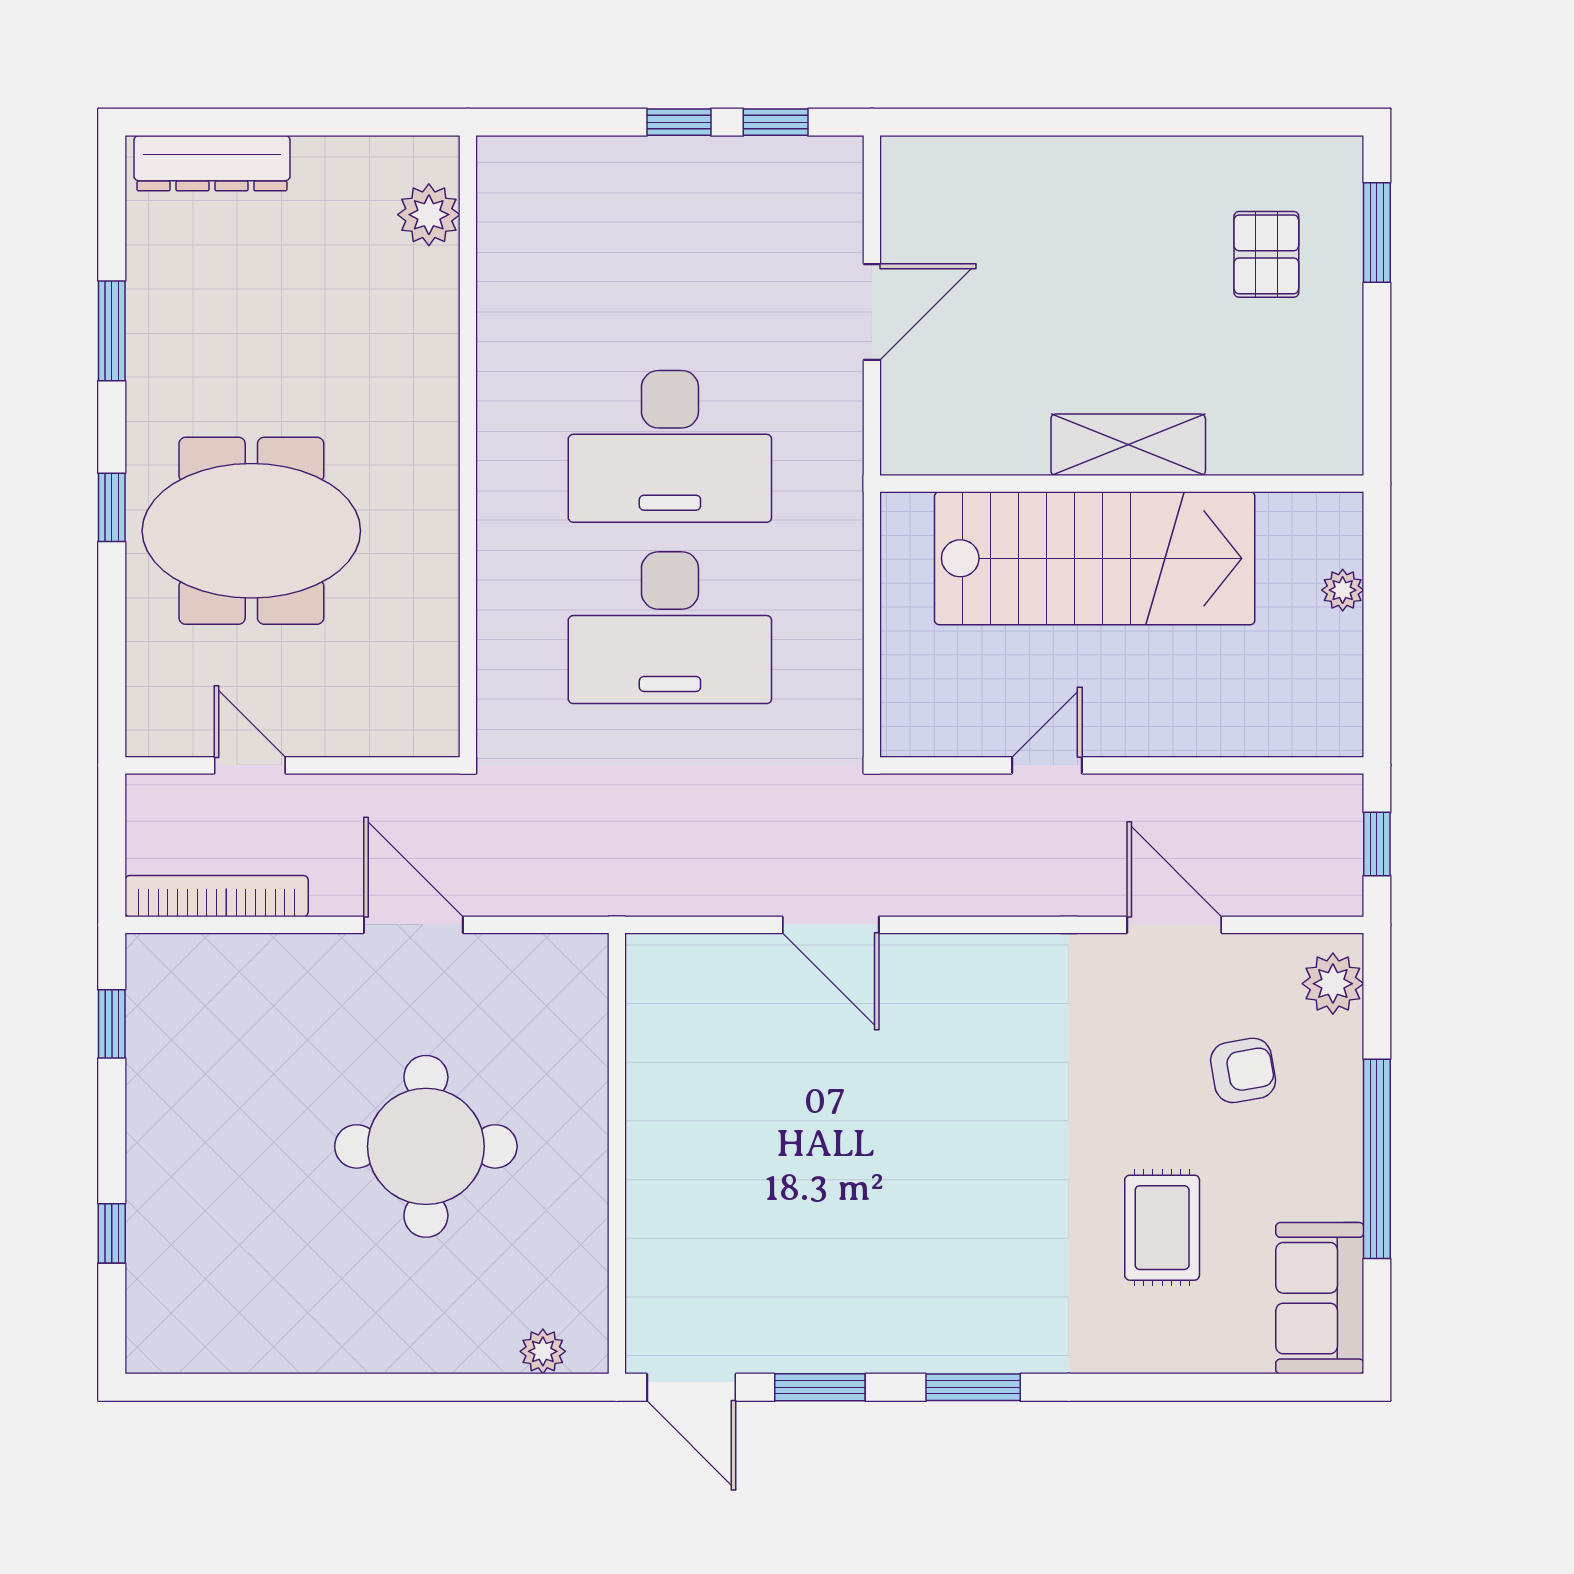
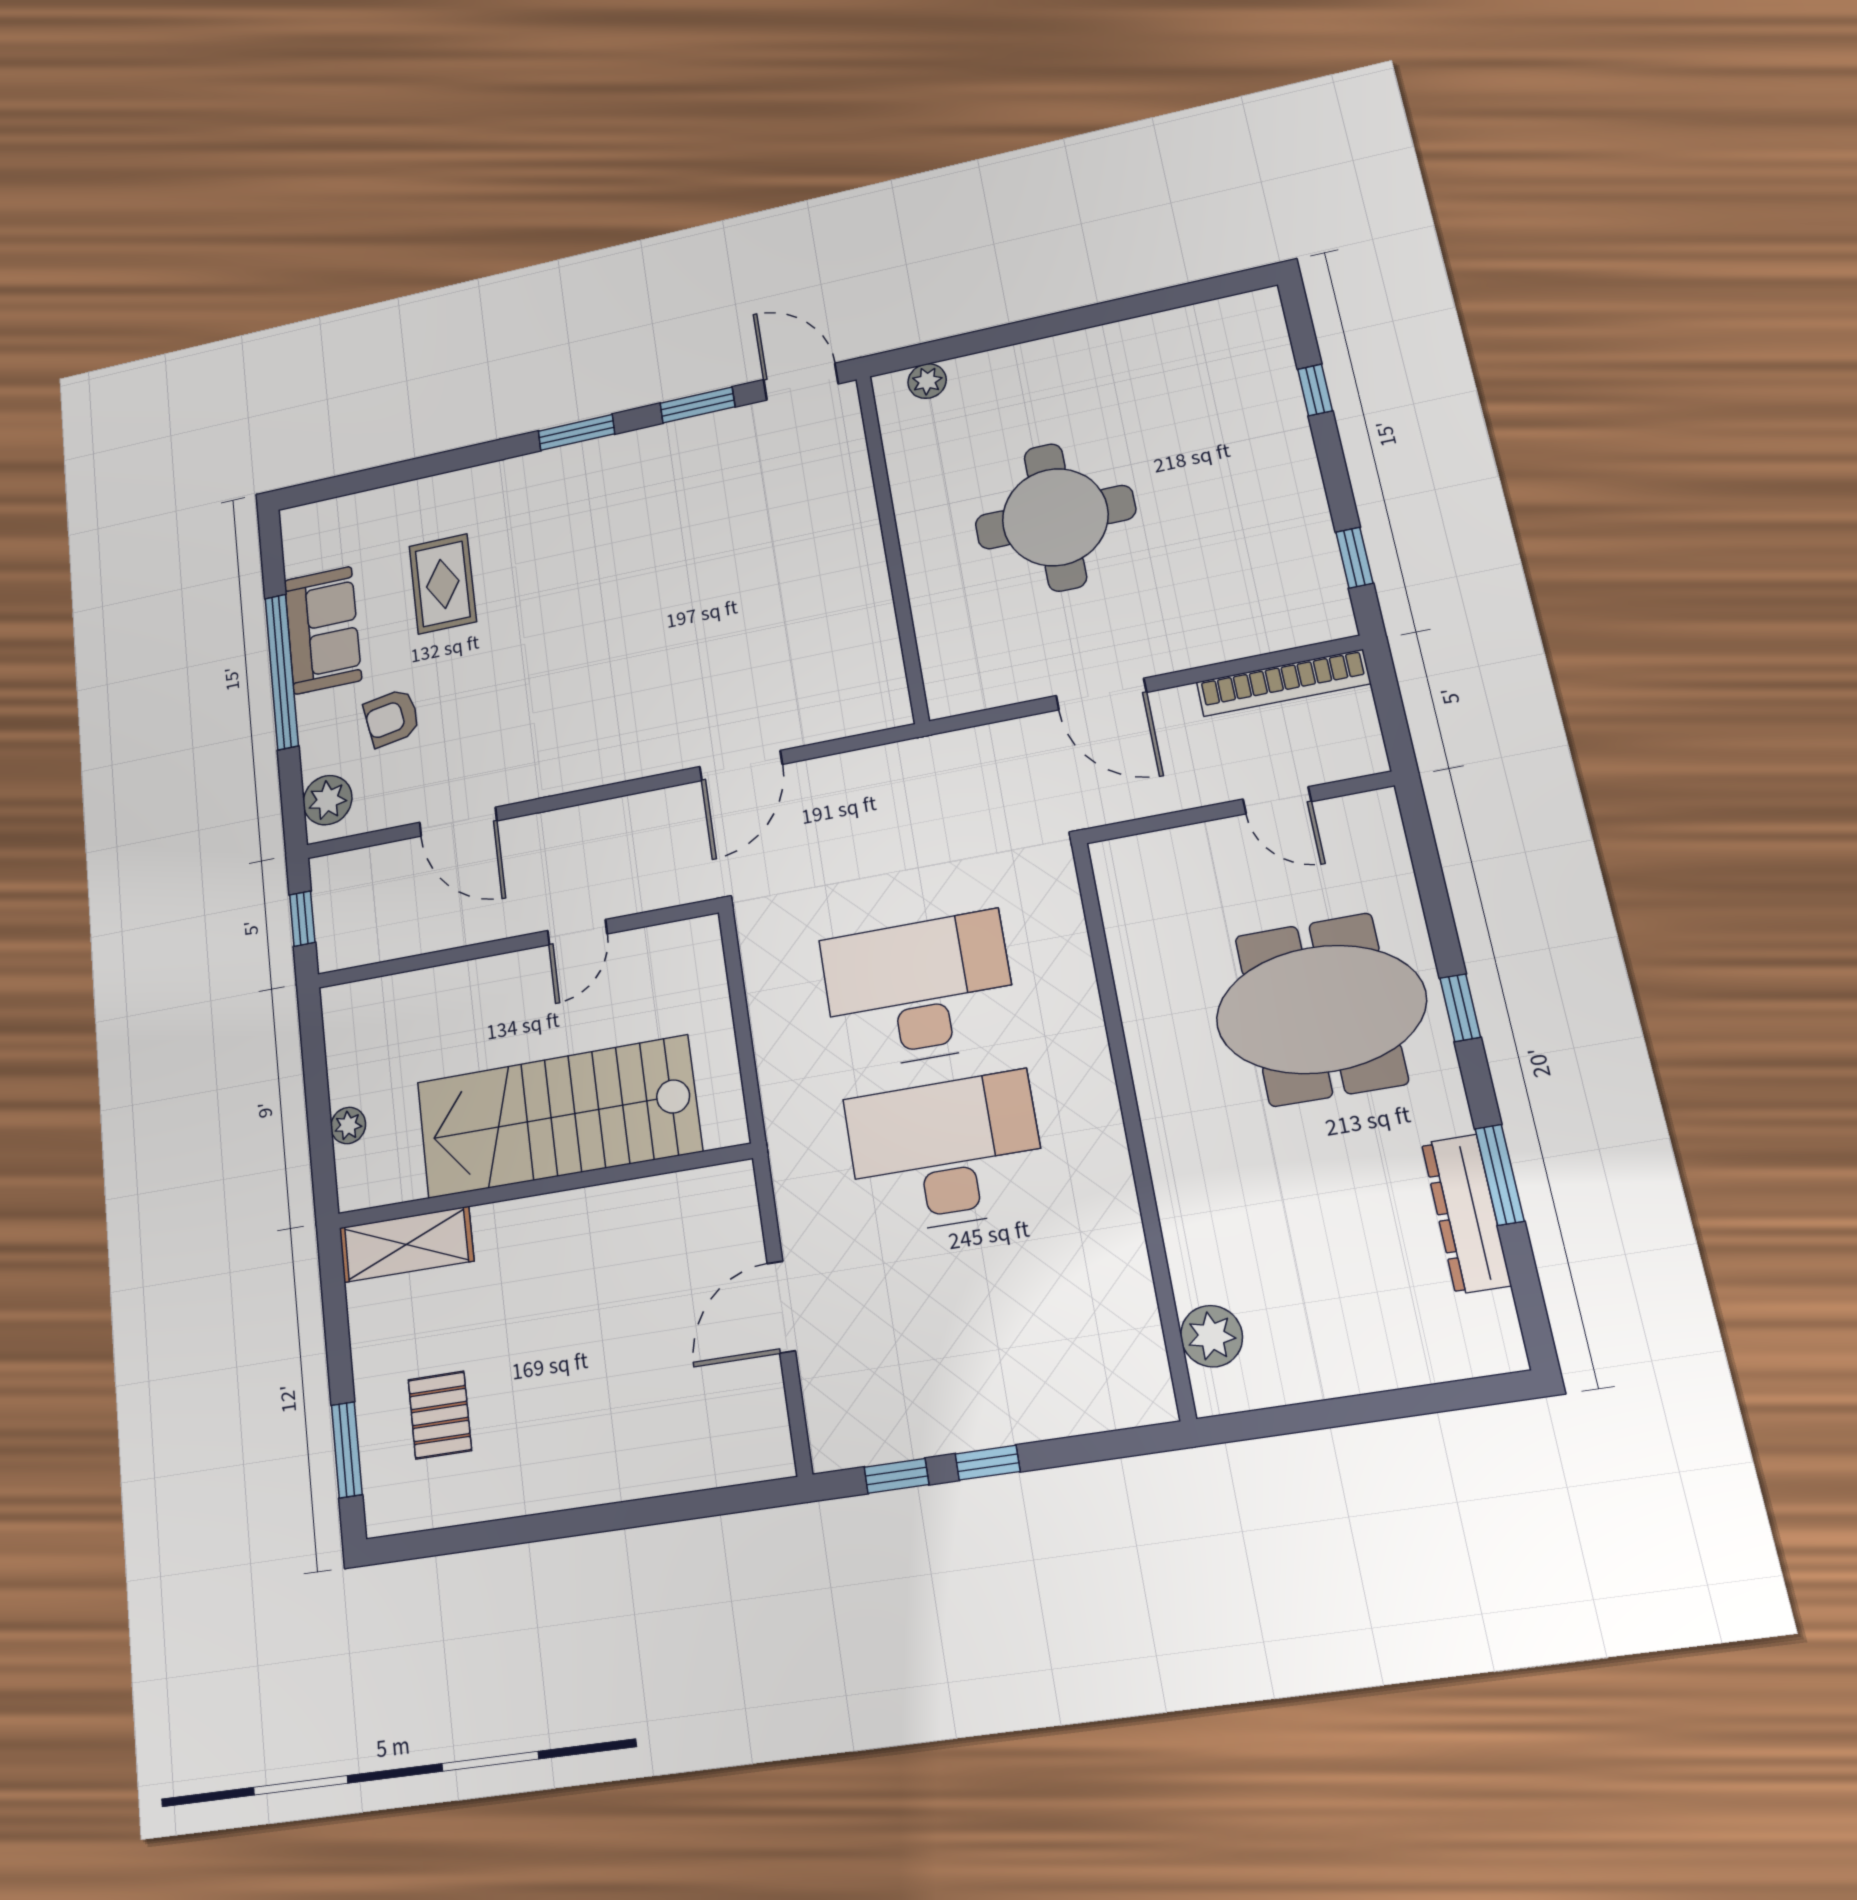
dresser: (212, 163) -> (1466, 1214), moved, turned -90
shelving: (1128, 445) -> (406, 1244), moved
door: (831, 925) -> (741, 765), swing flipped
sofa: (1320, 1298) -> (323, 630), moved

